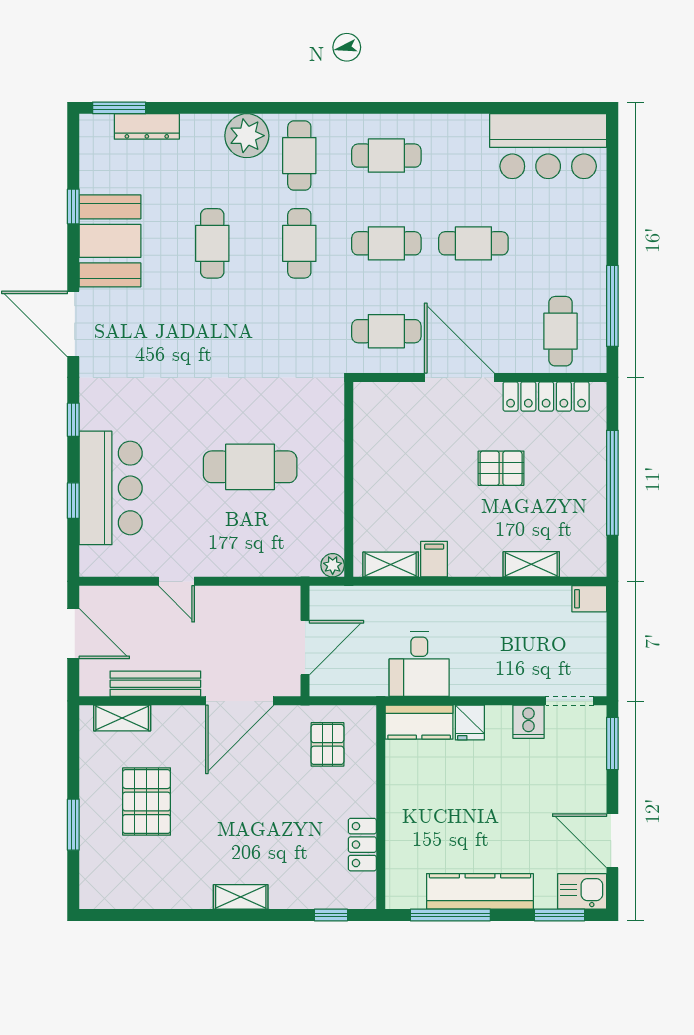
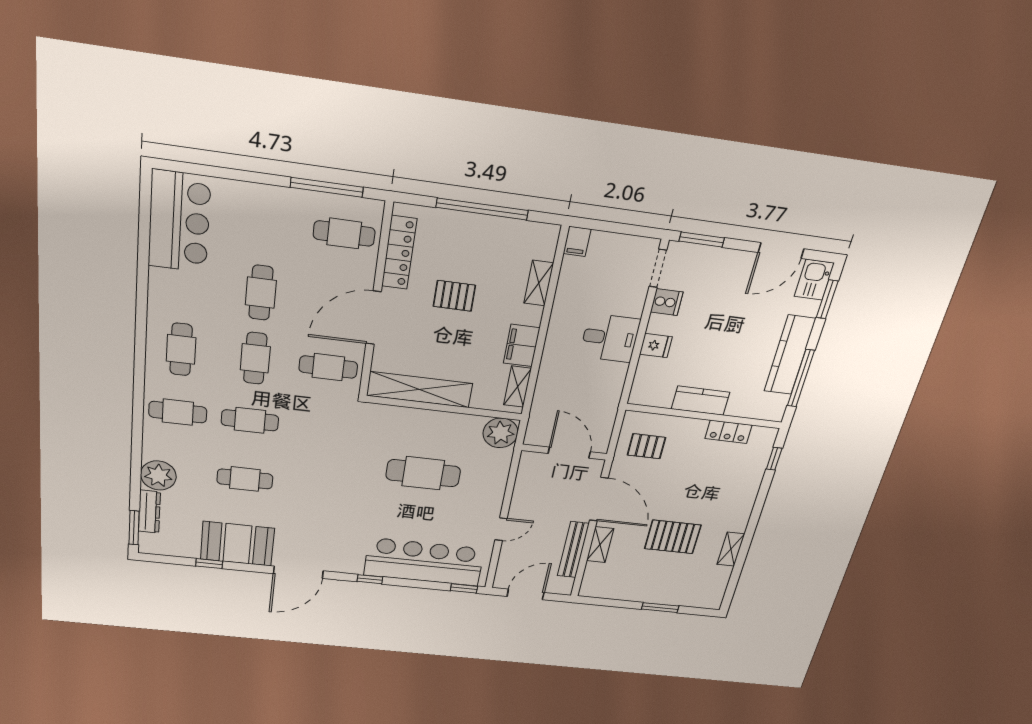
plant: (247, 136) -> (158, 475), moved
cafe table: (386, 331) -> (328, 367), turned 90
shelving: (370, 445) -> (420, 390), added
cafe table: (250, 467) -> (423, 473), turned 90
pallet: (501, 468) -> (454, 296), turned 90
bar counter: (111, 488) -> (424, 562), width x1.36
window: (73, 501) -> (464, 588), moved
filing cabinet: (434, 559) -> (522, 345), width x2.00
plant: (333, 565) -> (500, 433), width x1.88, depth x1.88
desk: (419, 664) -> (610, 338), moved
shelving: (122, 718) -> (600, 545), moved
kitchen counter: (419, 722) -> (700, 401), moved, turned -90
pallet: (147, 802) -> (673, 537), moved
shelving: (241, 897) -> (731, 549), moved

